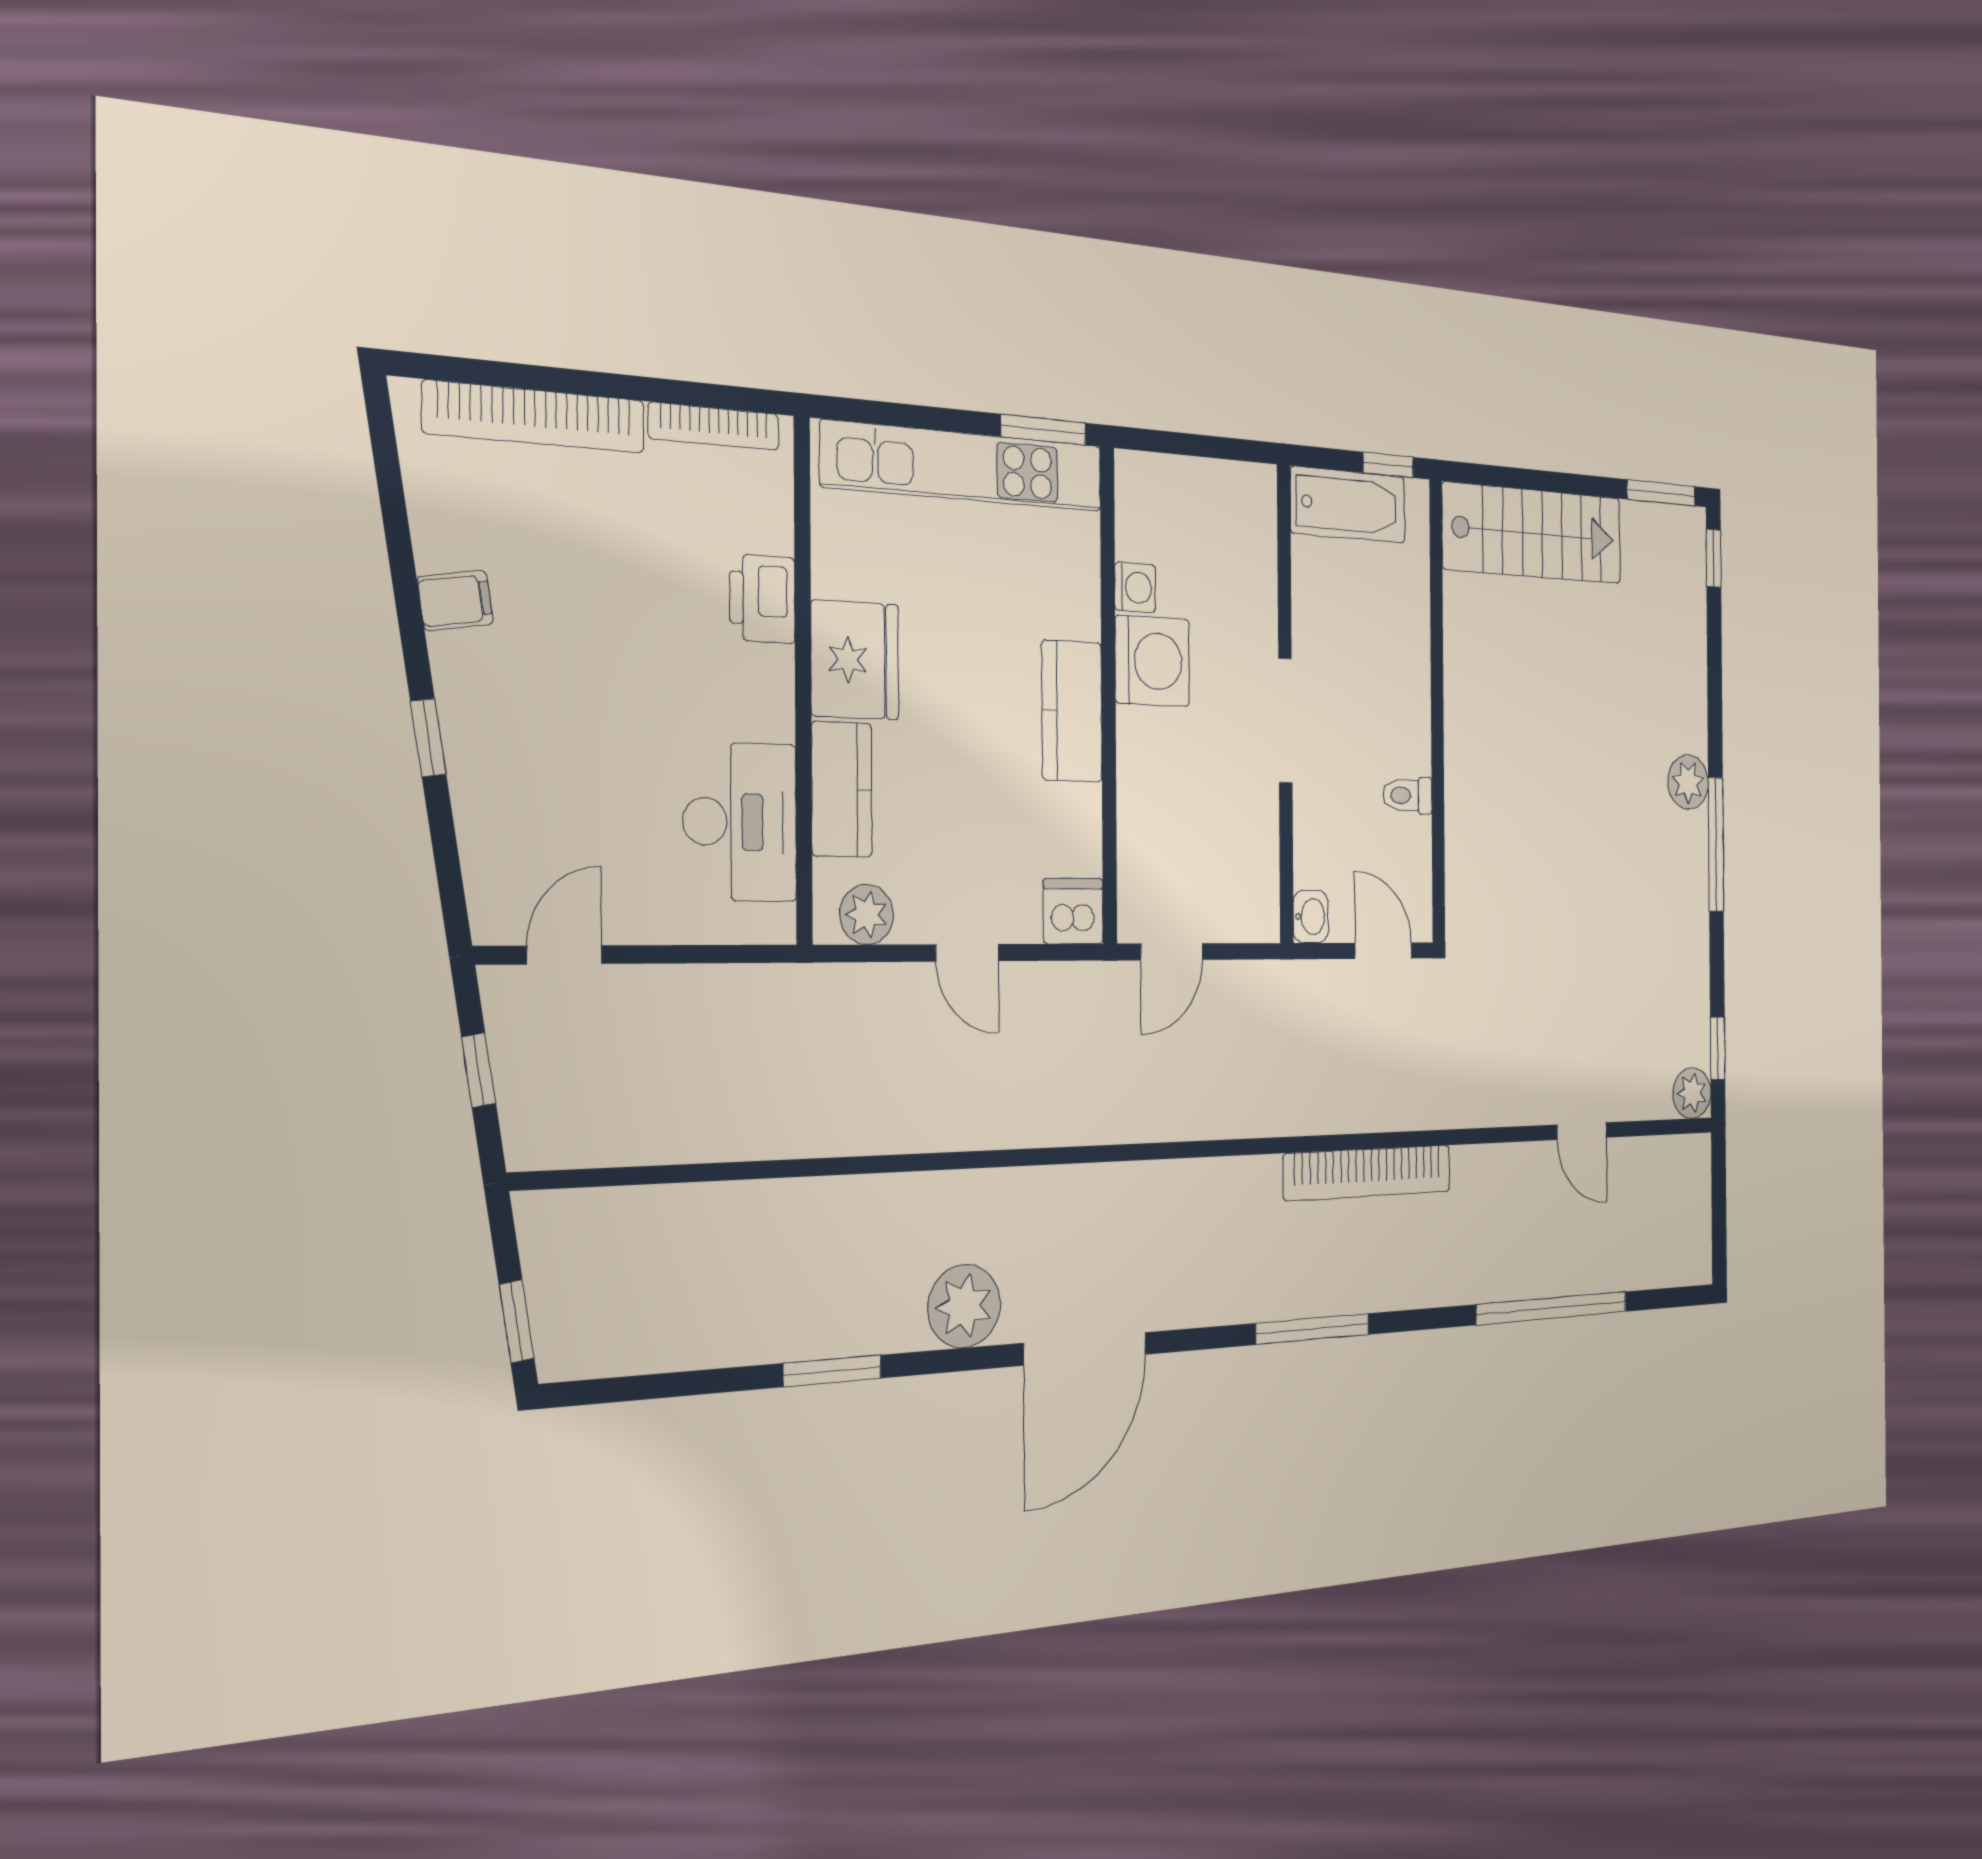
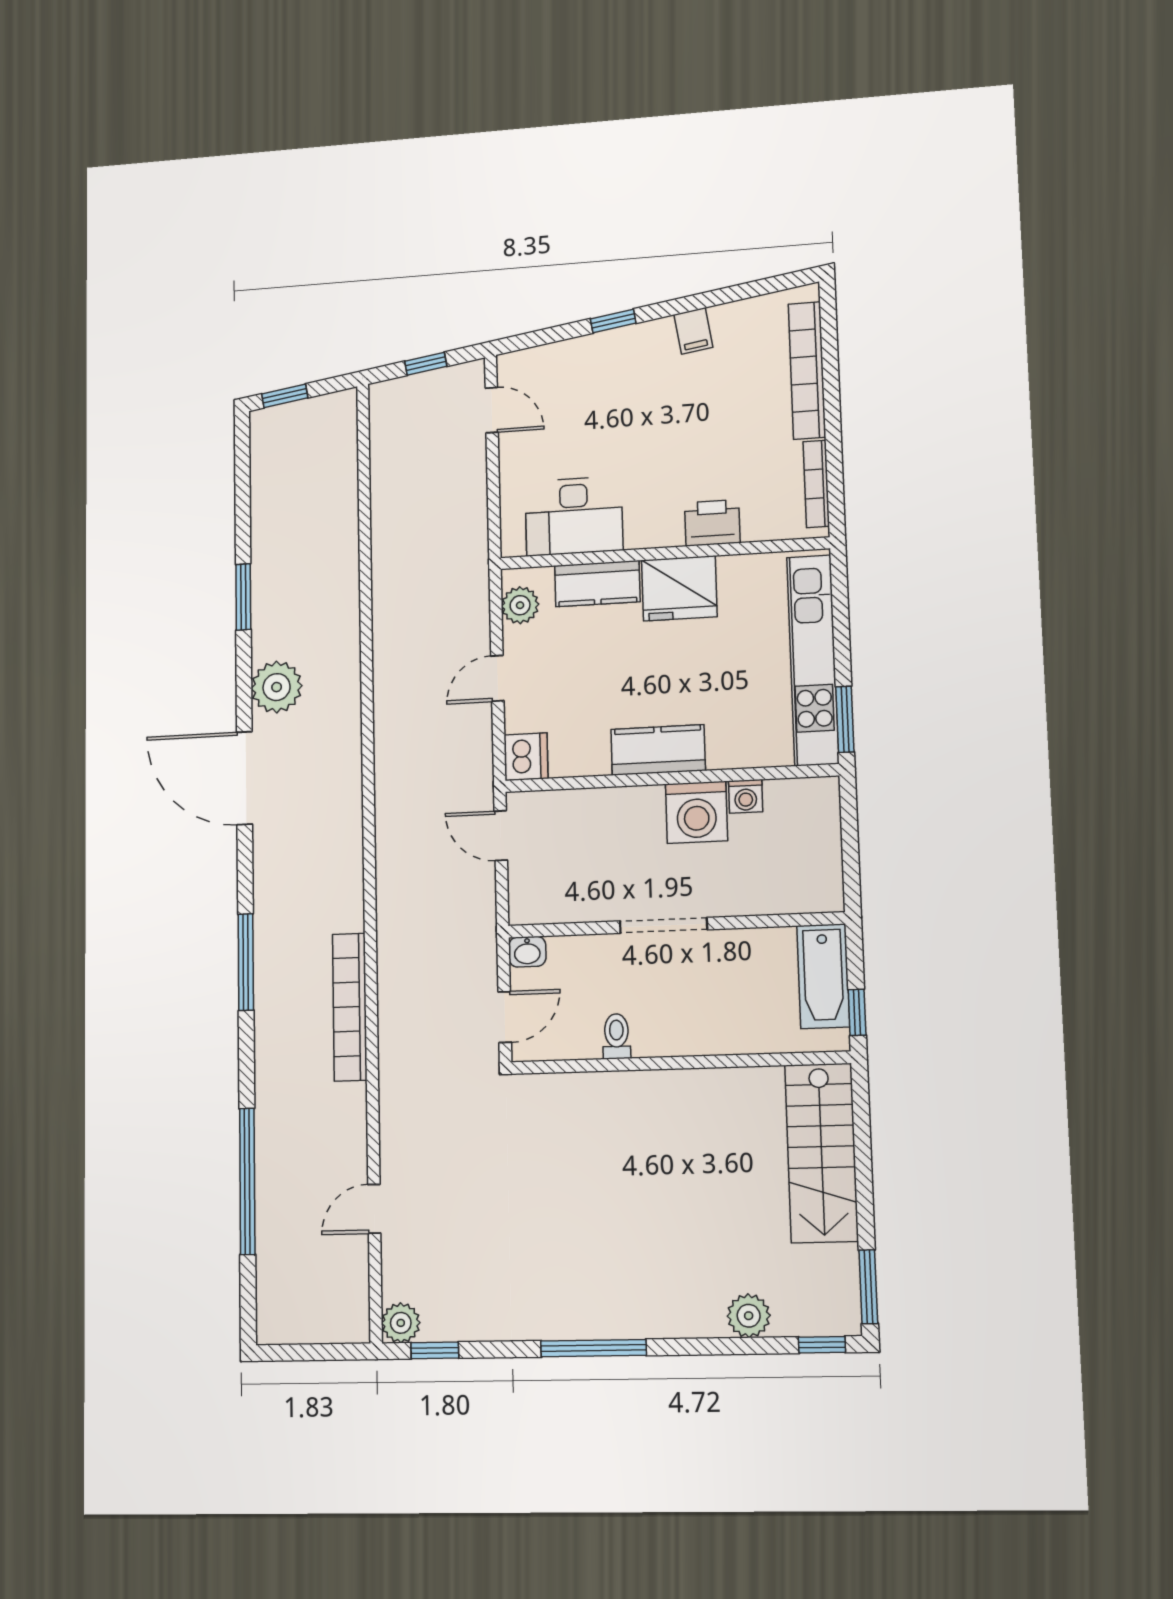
plant: (1688, 782) -> (749, 1316), moved

